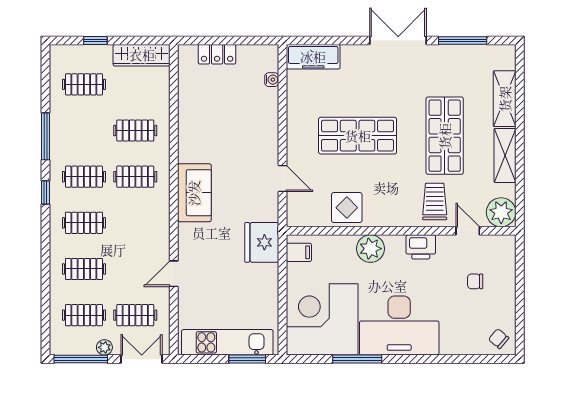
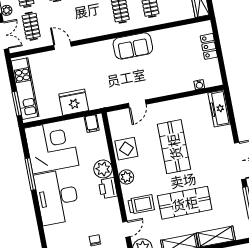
sofa: (194, 193) -> (133, 46), moved
plant: (389, 216) -> (126, 177), added
fridge: (262, 242) -> (74, 102), moved
printer: (421, 247) -> (108, 188), moved

